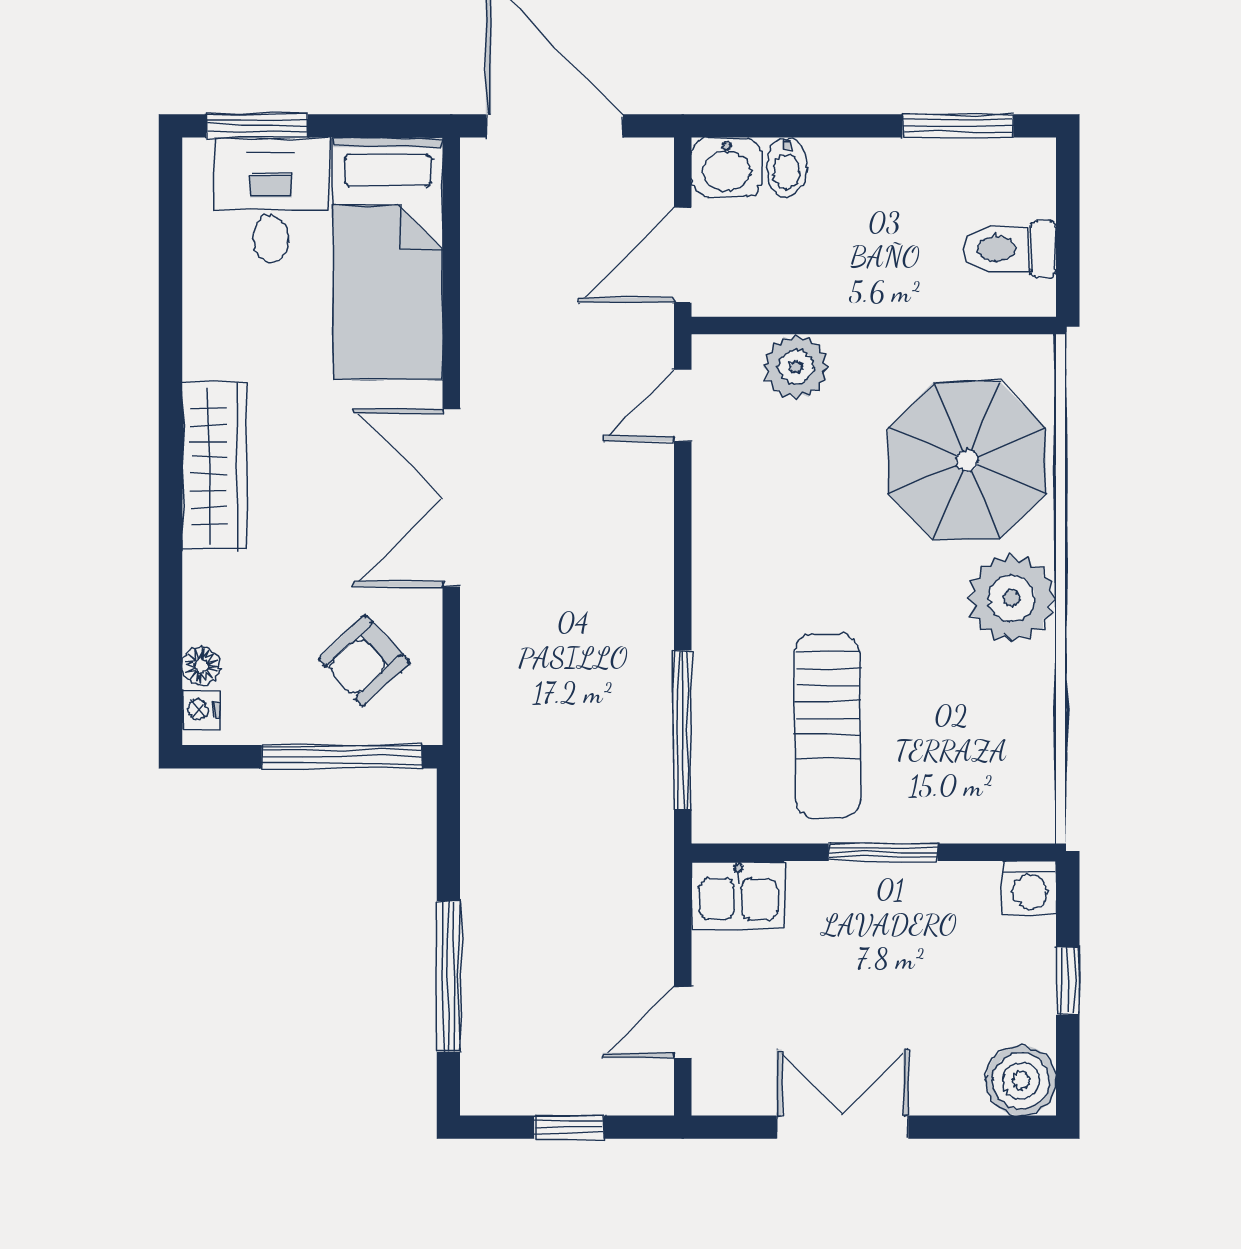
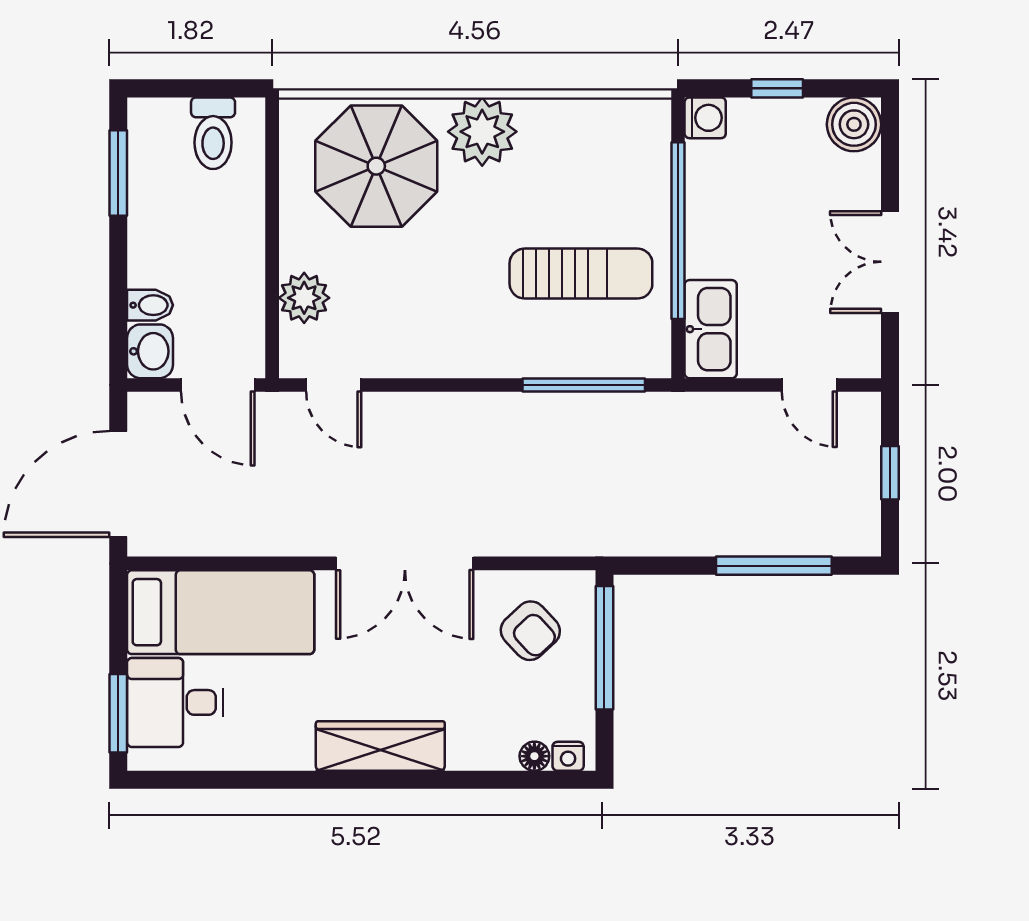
window: (883, 852) -> (678, 231), width x2.11
kitchen sink: (738, 895) -> (711, 329), width x1.38

